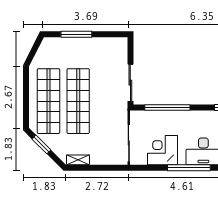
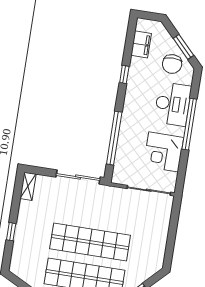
window: (76, 34) -> (11, 232), width x0.46
shelving: (78, 160) -> (28, 186), moved

